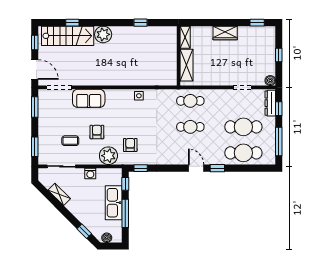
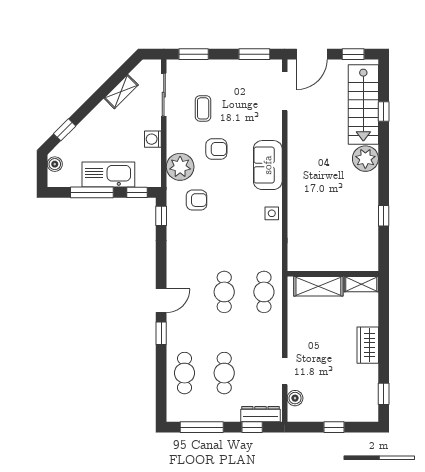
boiler: (270, 81) -> (295, 398), moved
sofa: (89, 98) -> (268, 165), moved
cafe table: (243, 127) -> (224, 373), width x0.73, depth x0.74
cafe table: (243, 153) -> (184, 373), width x0.73, depth x0.74

